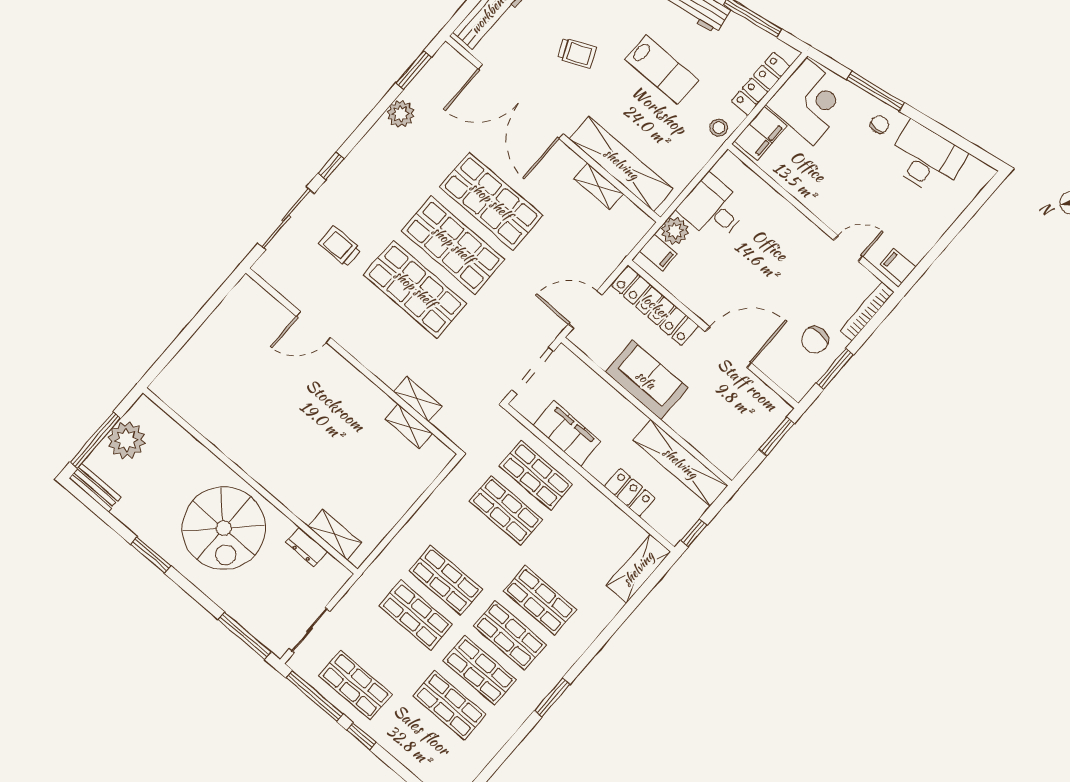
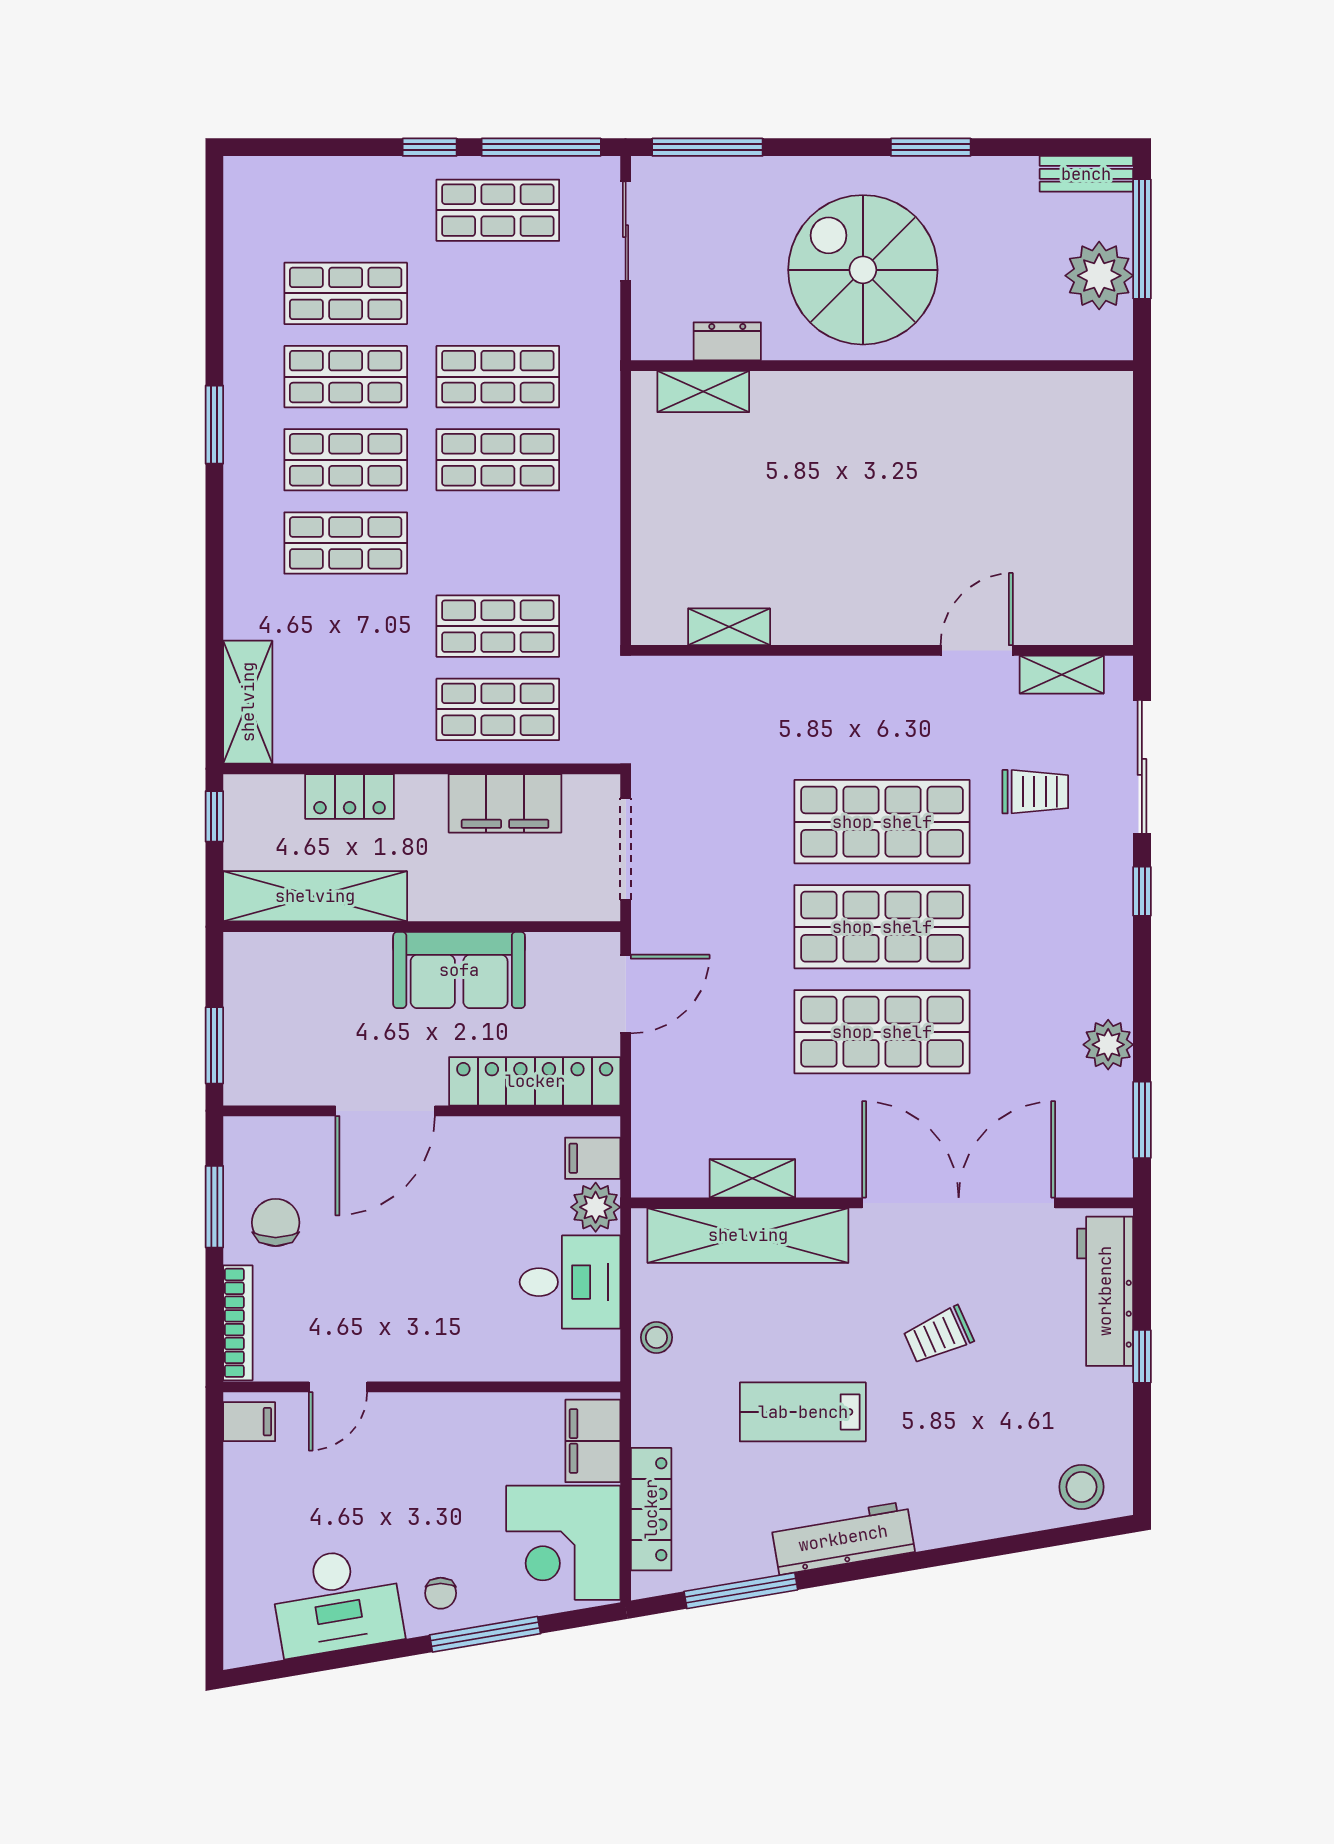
stool: (719, 128) -> (656, 1337), moved
shelving: (418, 399) -> (1062, 675), moved

